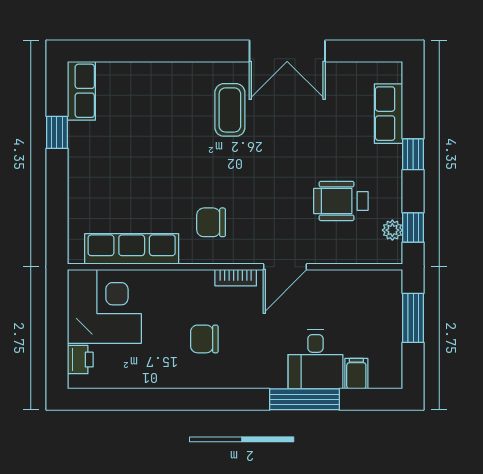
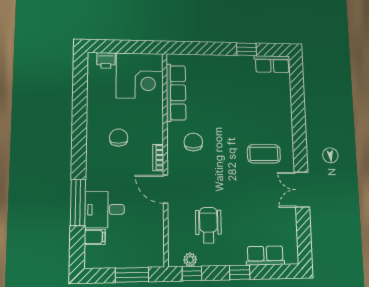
double door: (287, 51) -> (302, 190), width x0.73

